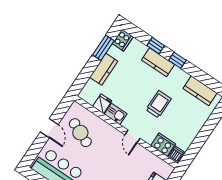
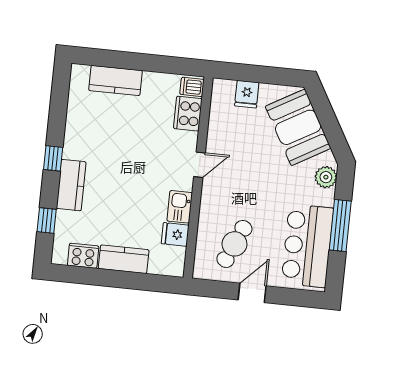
cooker: (123, 40) -> (83, 256), moved
window: (156, 46) -> (47, 220), moved
window: (103, 48) -> (92, 276), removed
kitchen counter: (200, 91) -> (115, 80), moved, turned 90
trolley: (159, 104) -> (132, 152), removed

